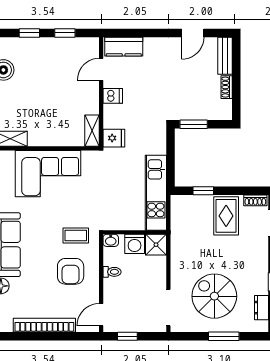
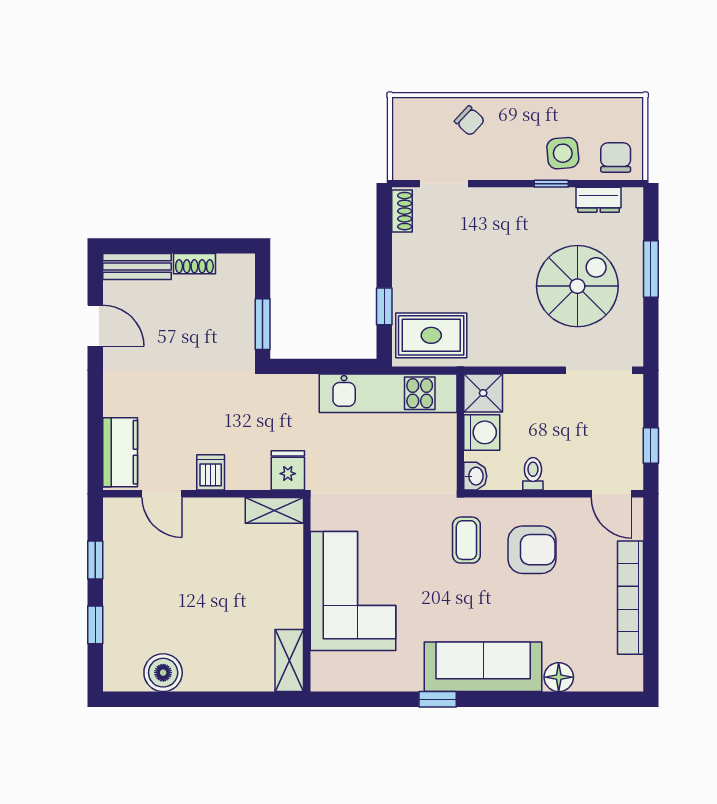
rug: (226, 216) -> (431, 335), moved
spiral stairs: (214, 296) -> (577, 286), turned 180

